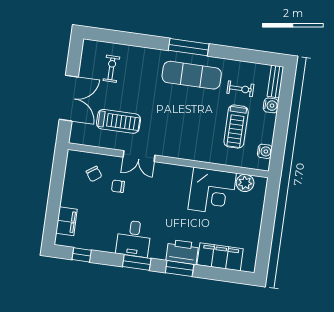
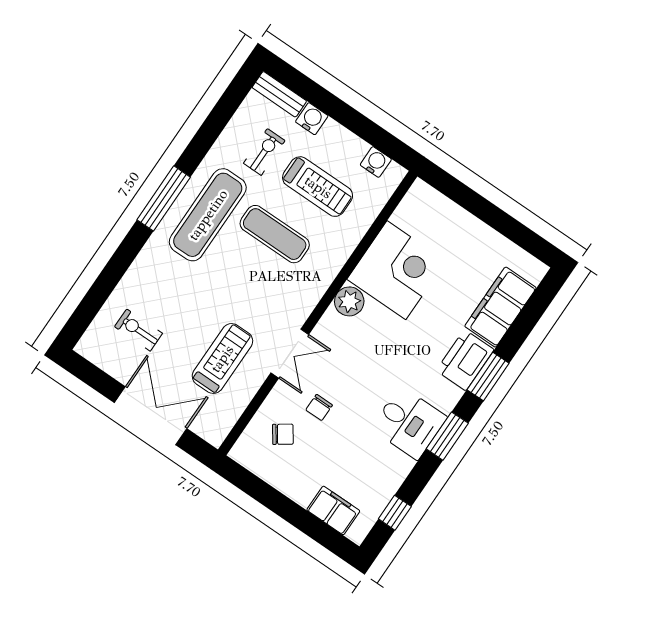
exercise mat: (199, 116) -> (275, 234), added
plant: (245, 183) -> (349, 301), moved

